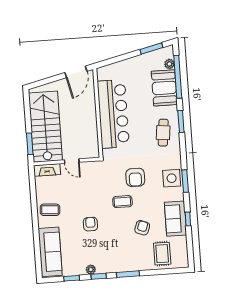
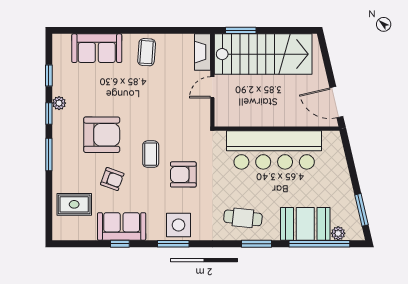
armchair: (90, 224) -> (102, 135), moved, width x1.88, depth x1.88
sofa: (50, 252) -> (97, 48), width x0.73

